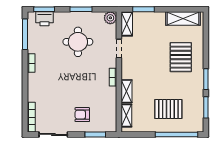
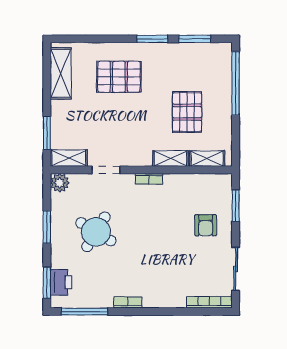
round table: (78, 42) -> (96, 232), turned 31
pallet: (168, 109) -> (187, 112), moved

